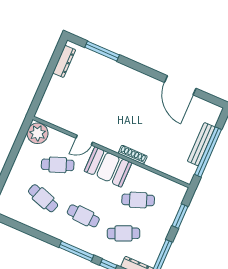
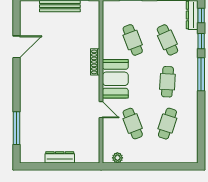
dresser: (64, 61) -> (60, 157), moved
door: (180, 85) -> (16, 47), width x0.73
plant: (38, 133) -> (117, 158), width x0.53, depth x0.53

